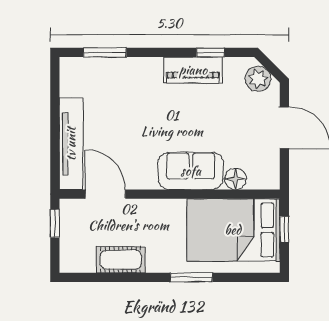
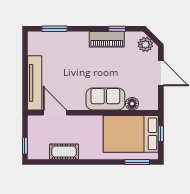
window: (55, 223) -> (25, 146), moved
window: (191, 277) -> (137, 162), moved

